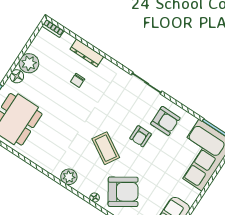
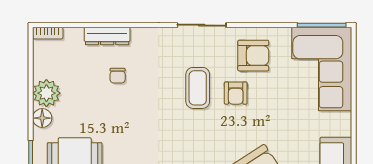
coffee table: (106, 148) -> (198, 88), moved, turned 59

